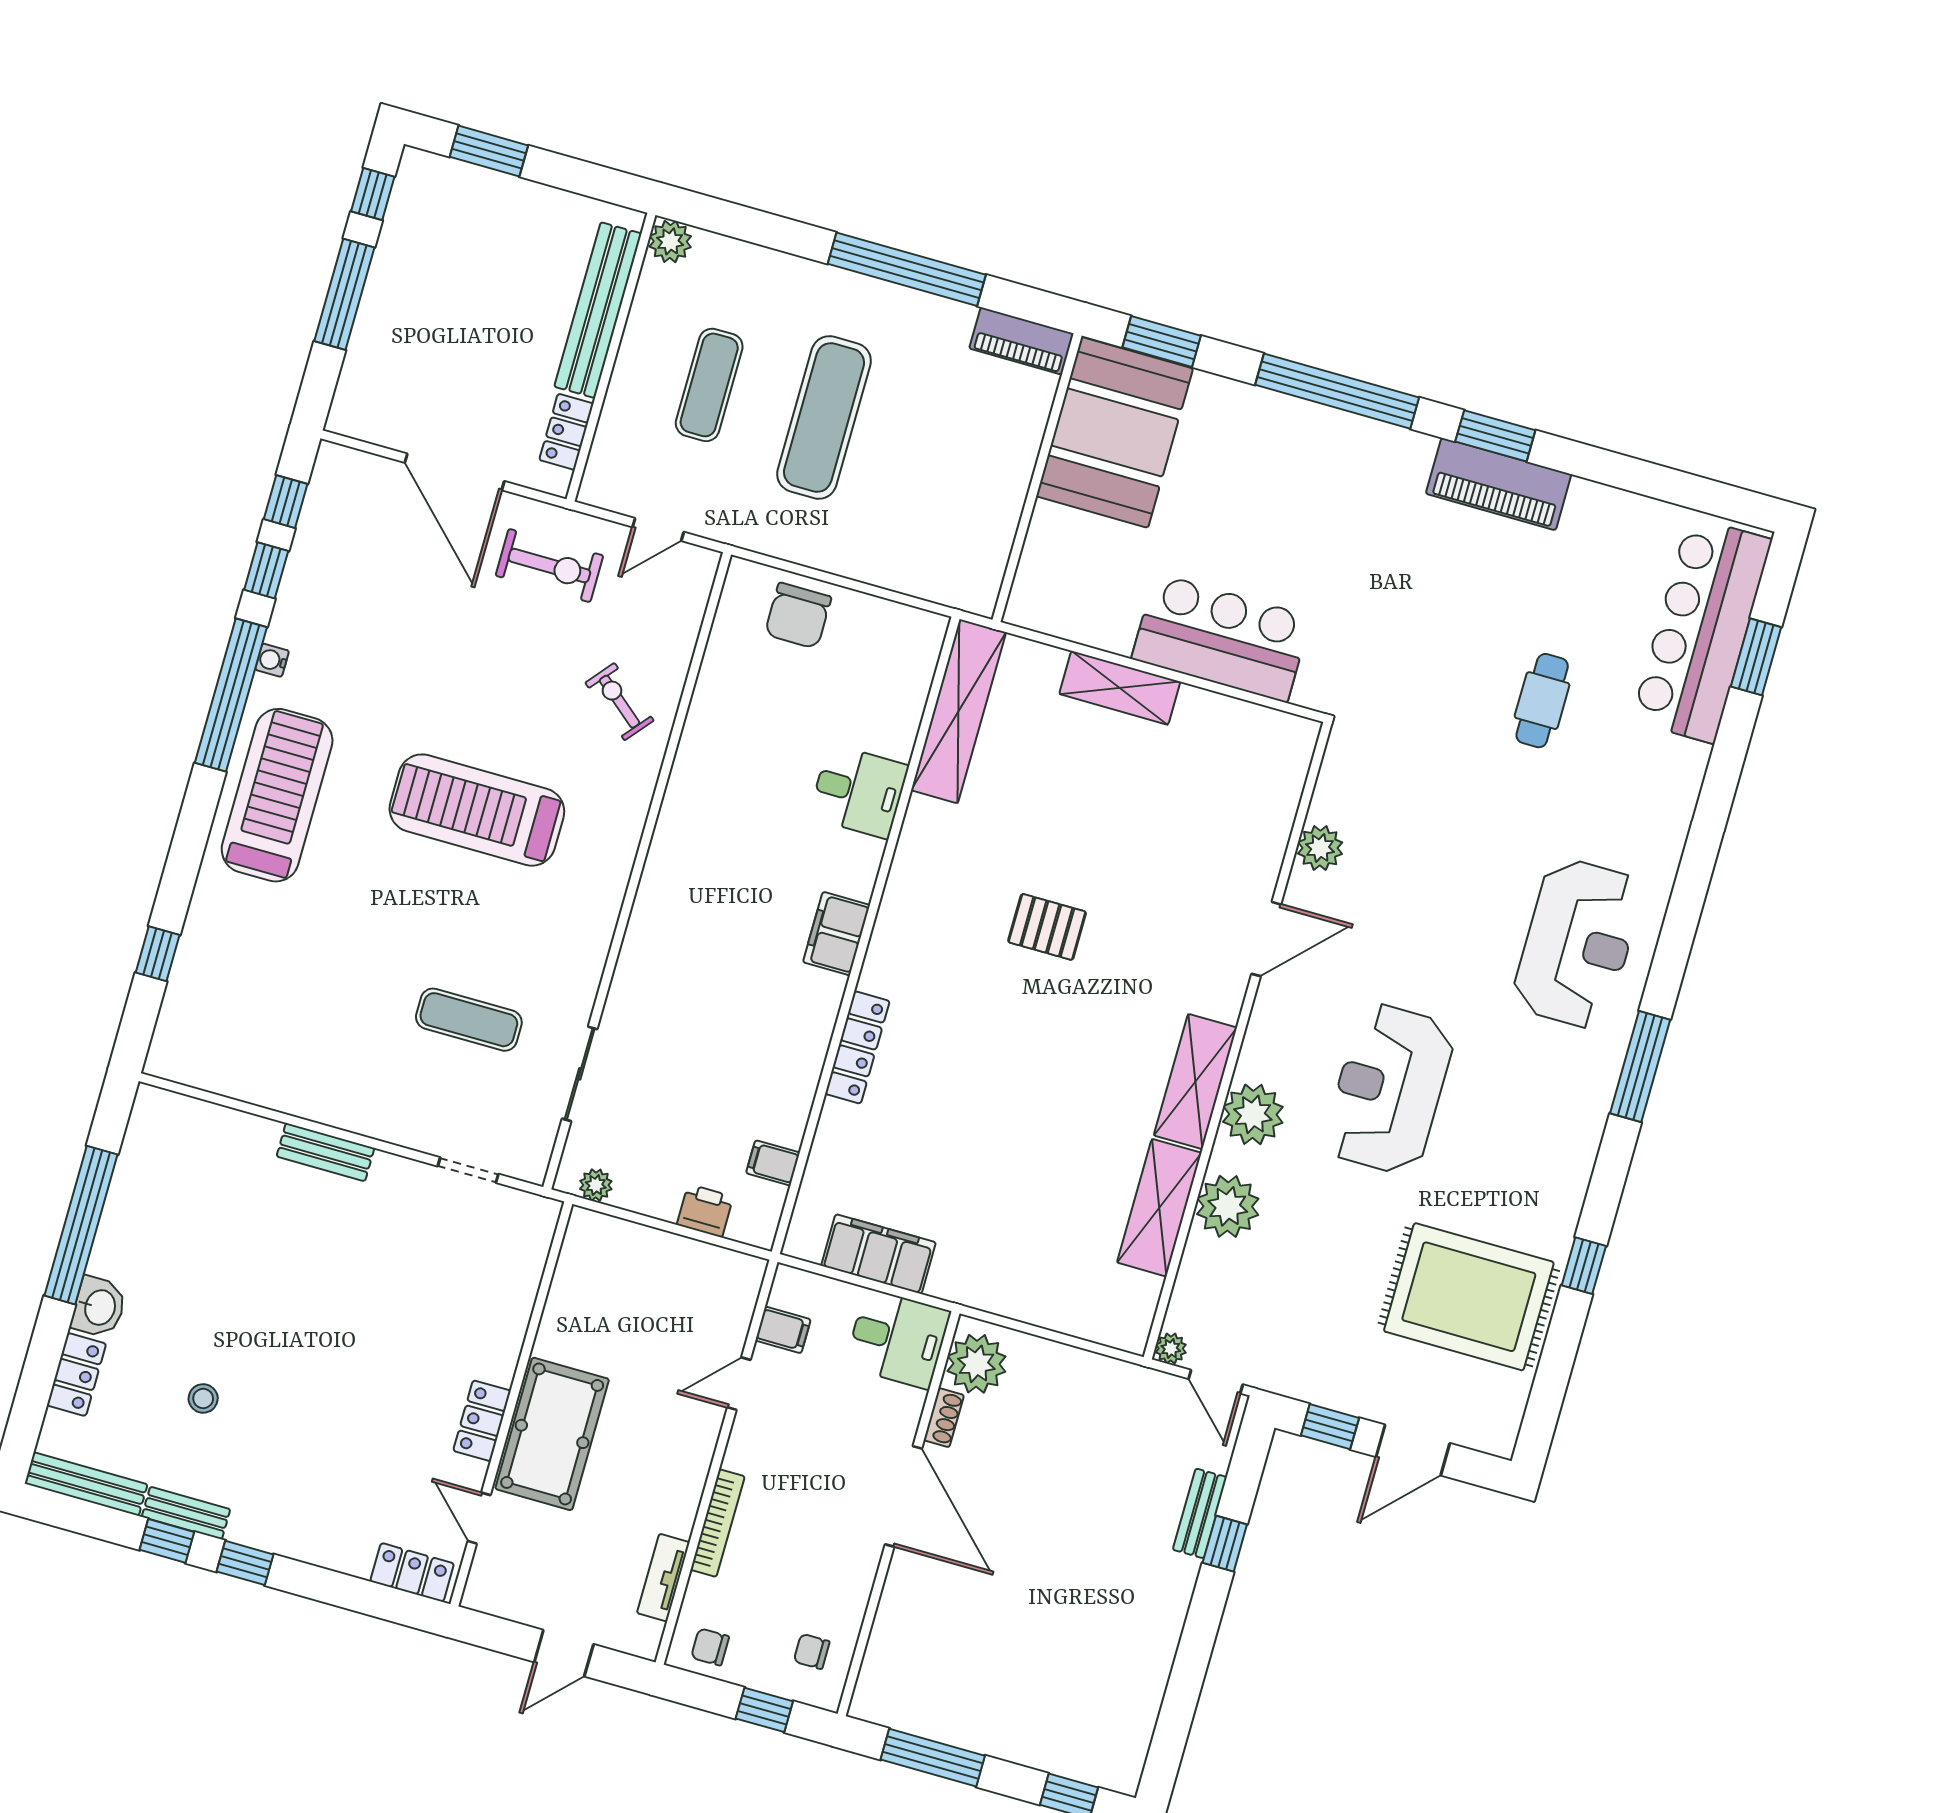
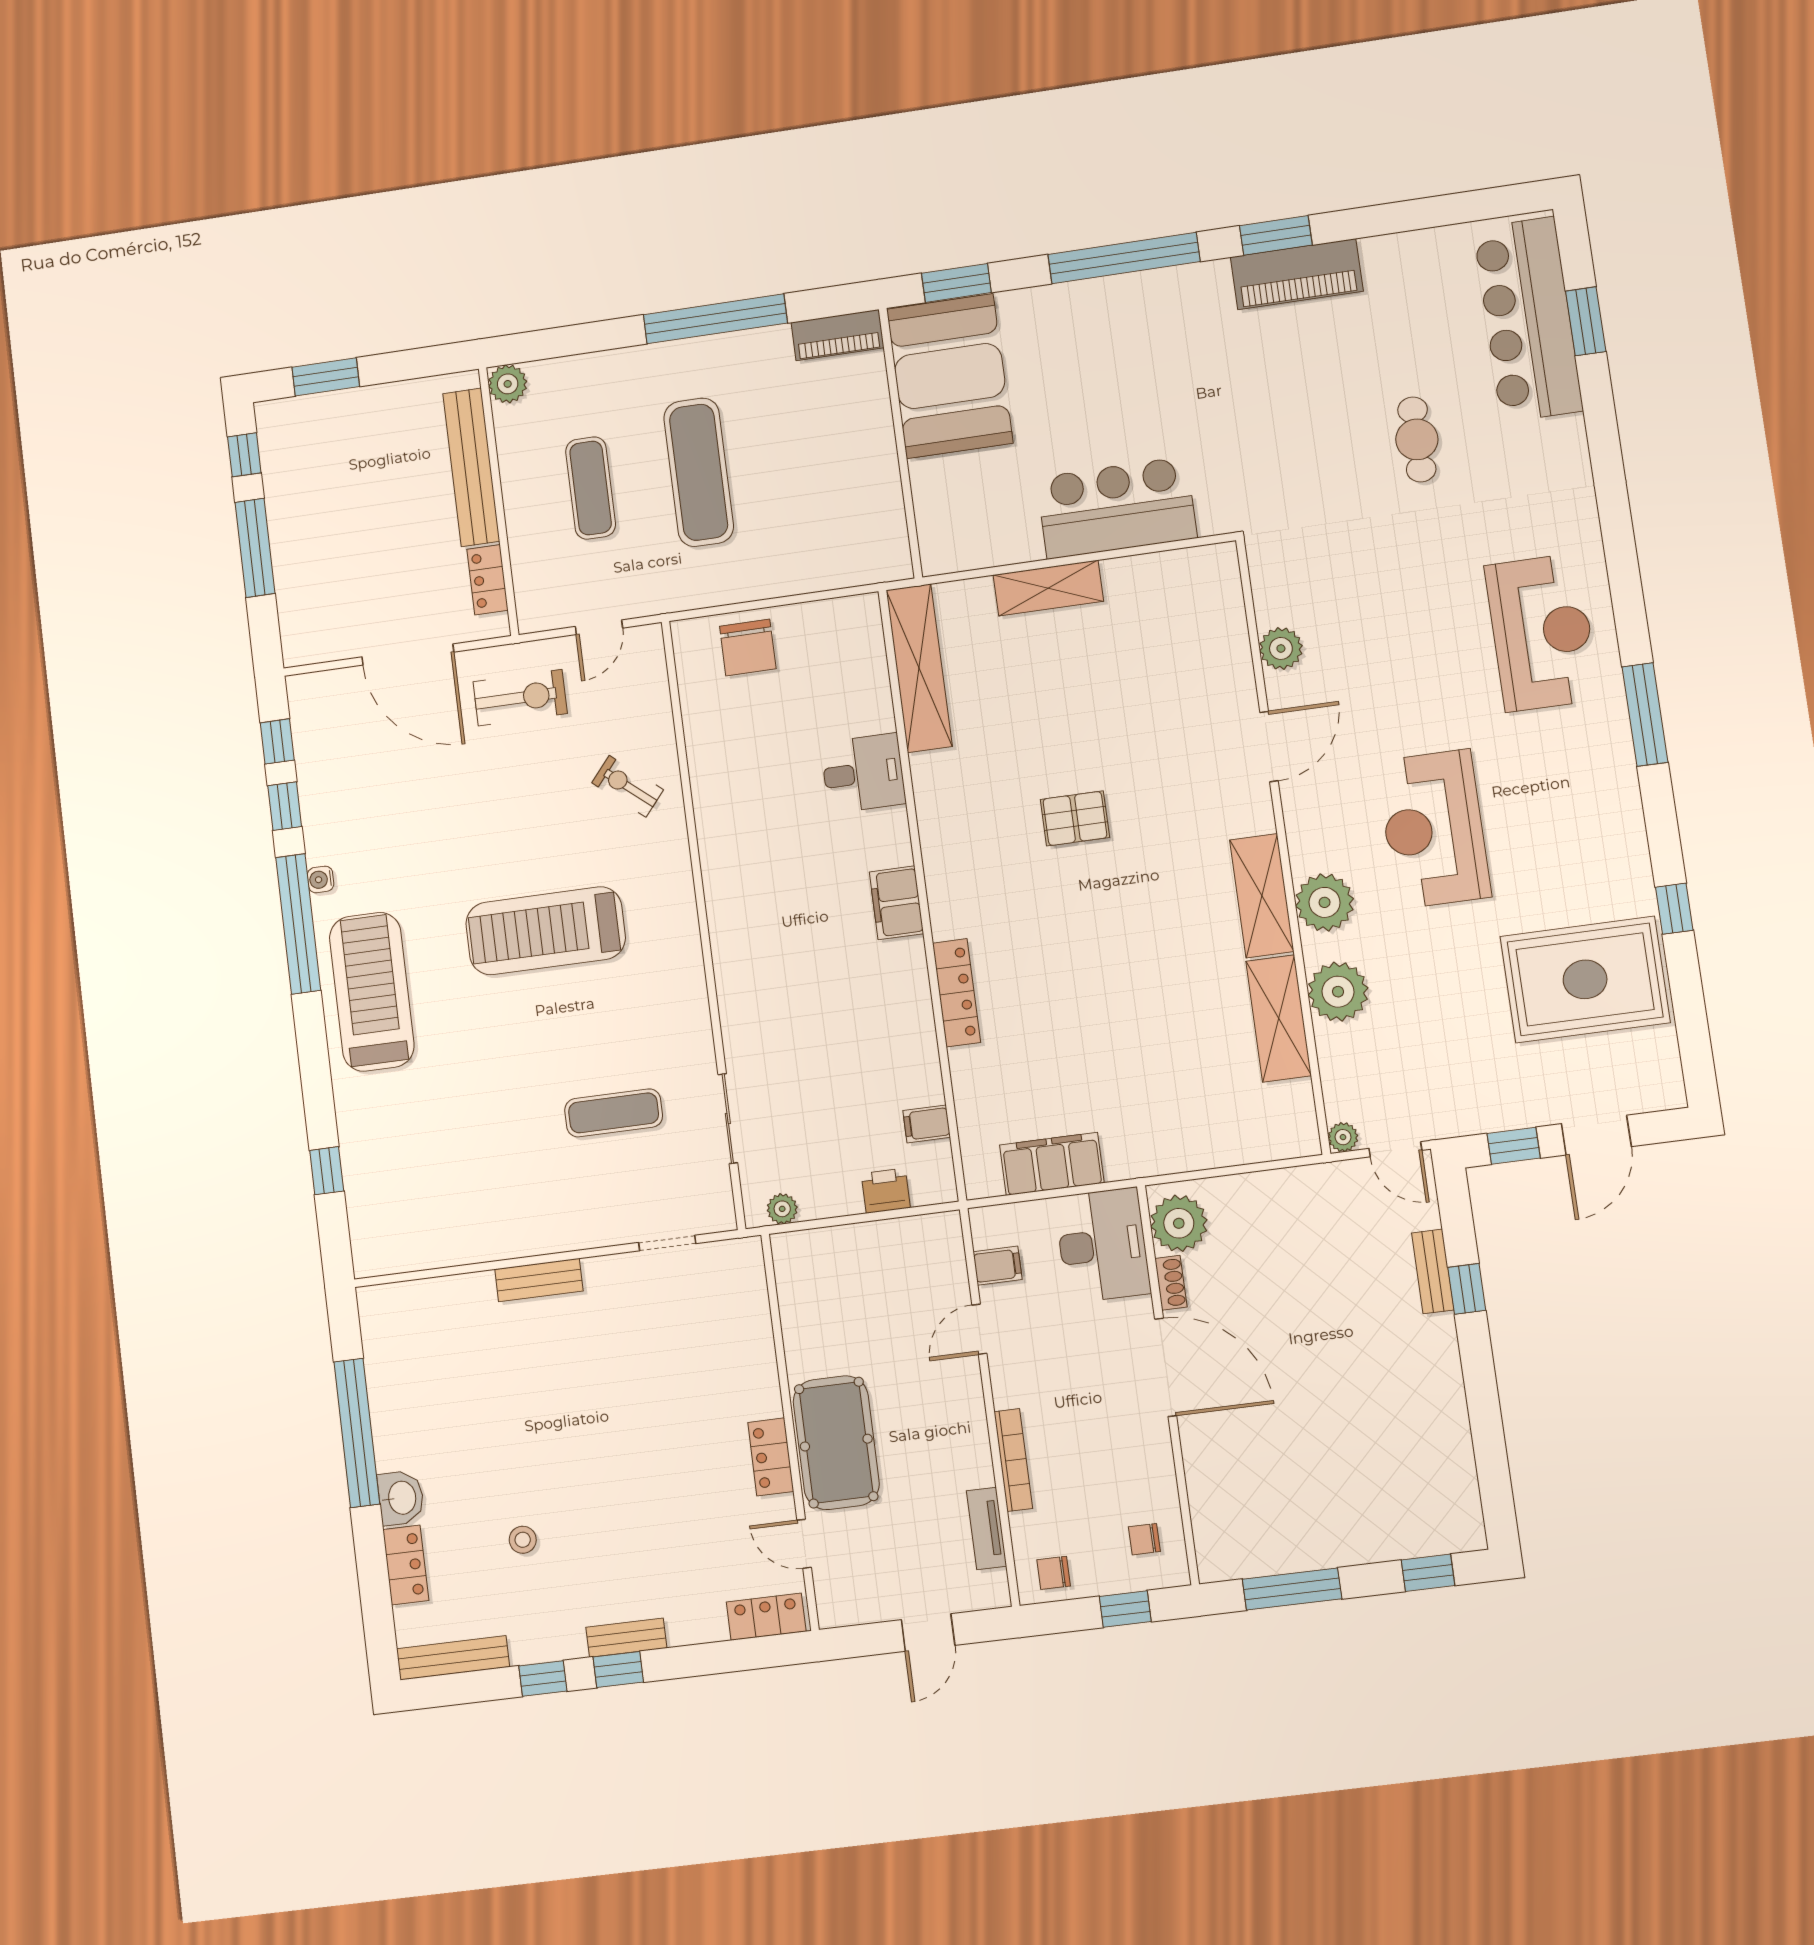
desk: (898, 1339) -> (1103, 1245), width x1.37
bench: (186, 1513) -> (626, 1638), moved

